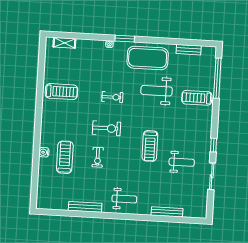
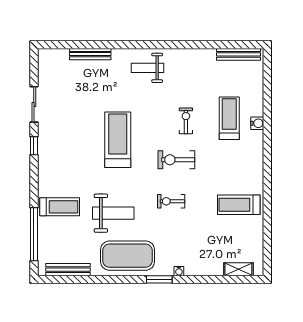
bench: (189, 50) -> (68, 270), width x1.36
treadmill: (150, 146) -> (118, 140), width x1.37, depth x1.38
treadmill: (65, 157) -> (229, 118), turned 180
weight bench: (182, 162) -> (75, 121), removed
bench: (85, 207) -> (238, 54), moved

